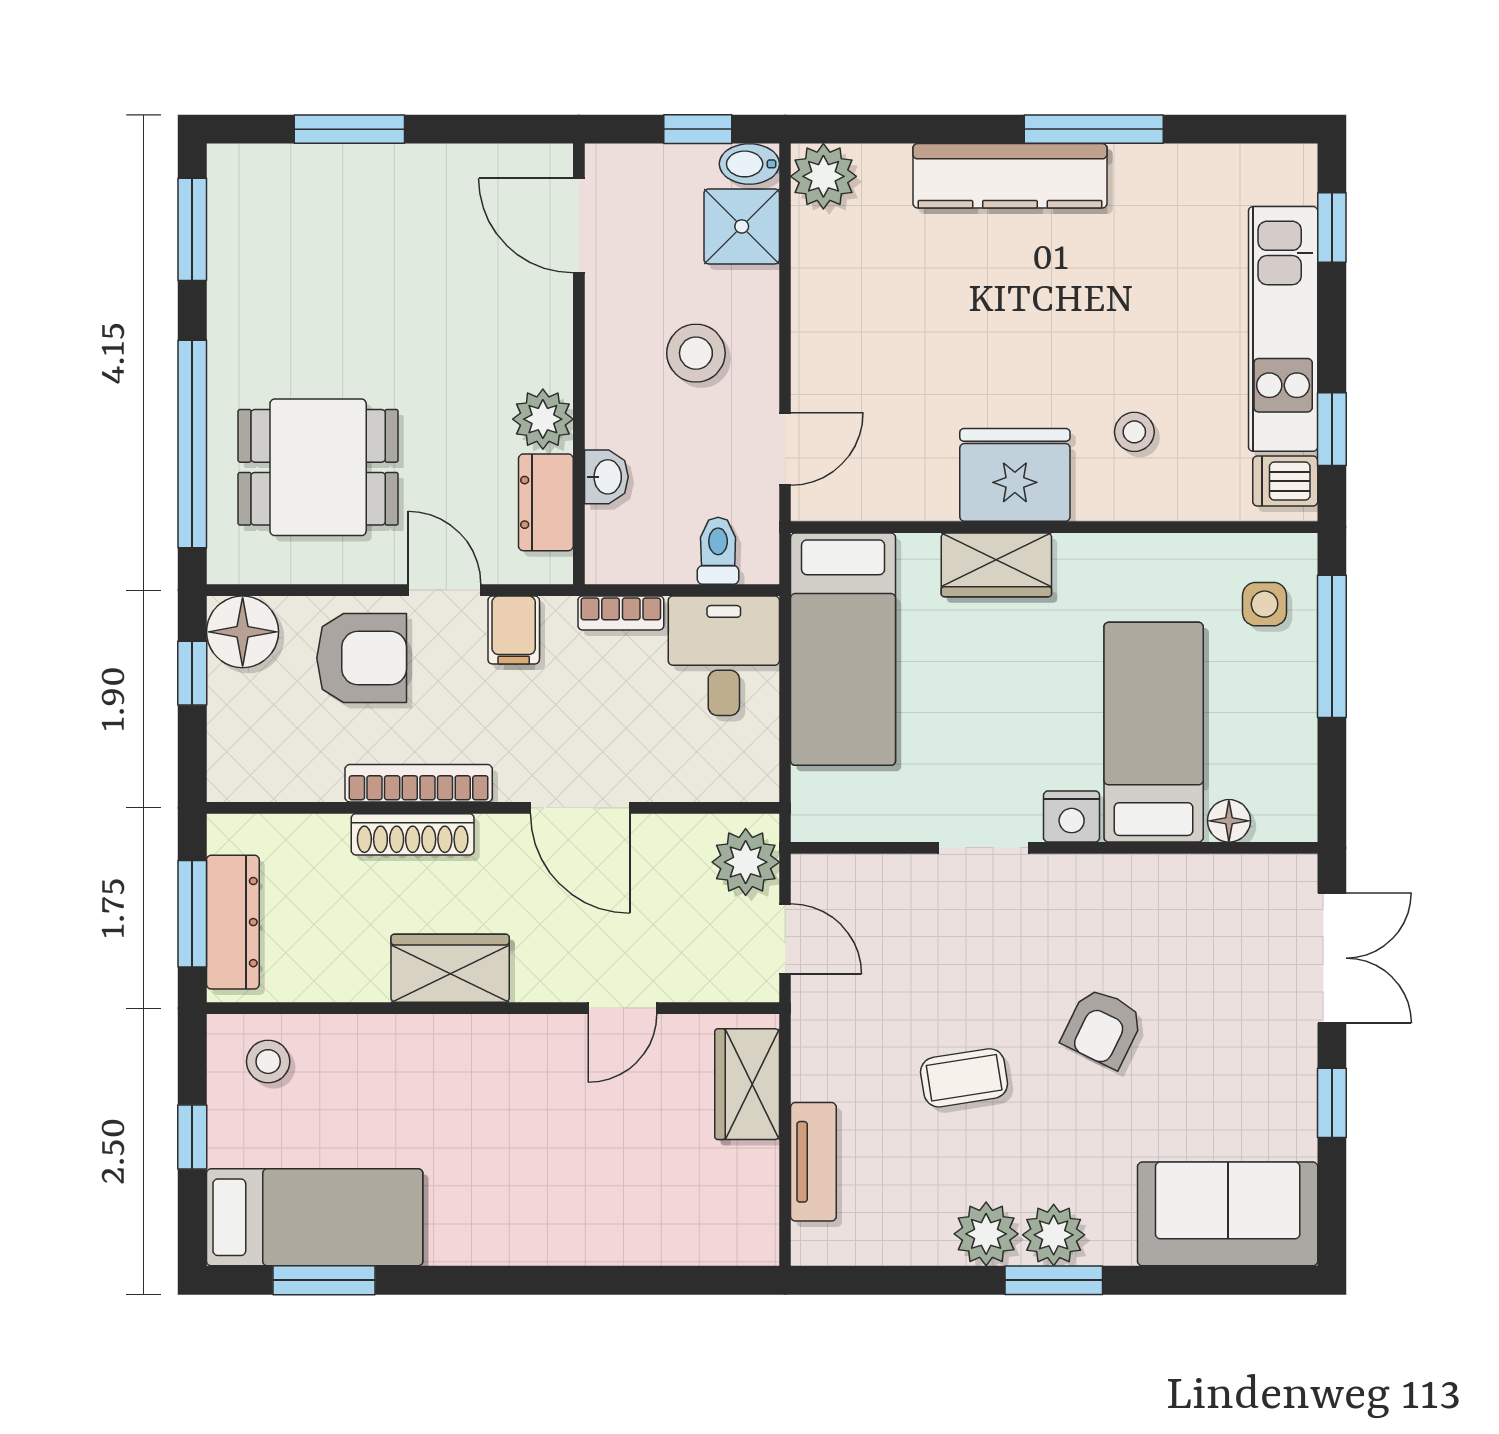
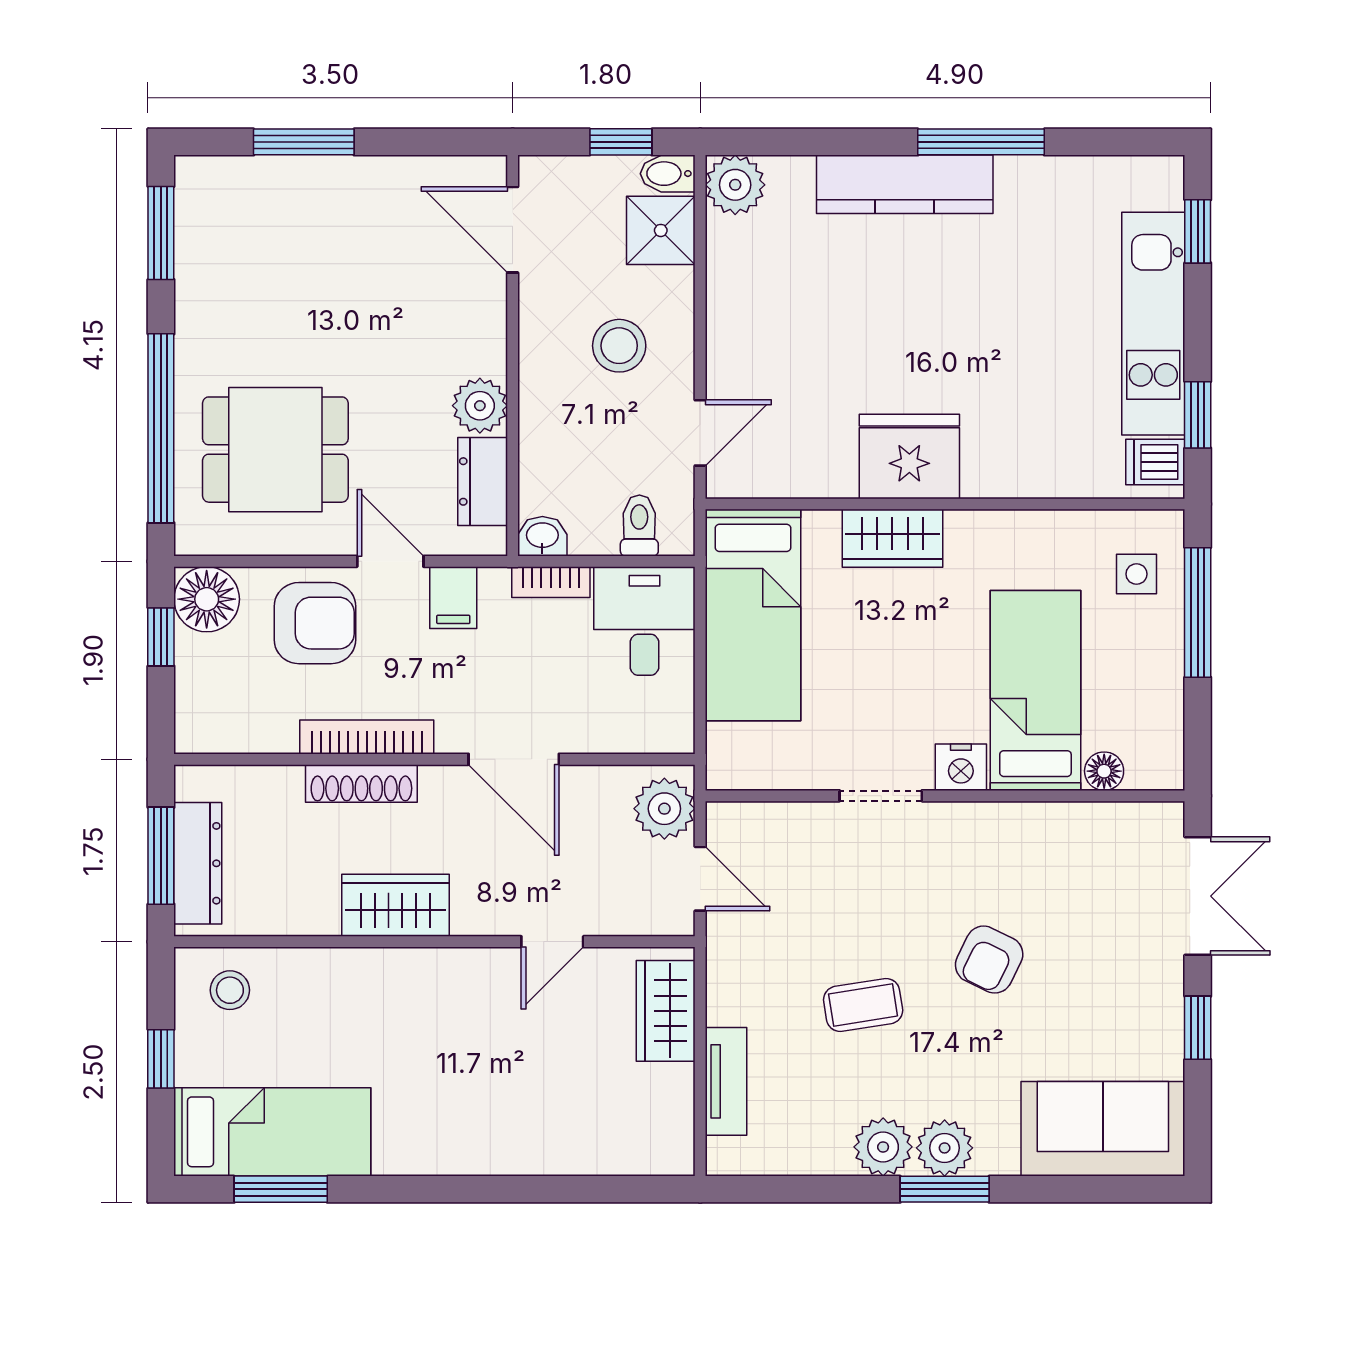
stool: (1134, 432) -> (1018, 417), removed
washbasin: (606, 477) -> (542, 536), moved, turned -90

